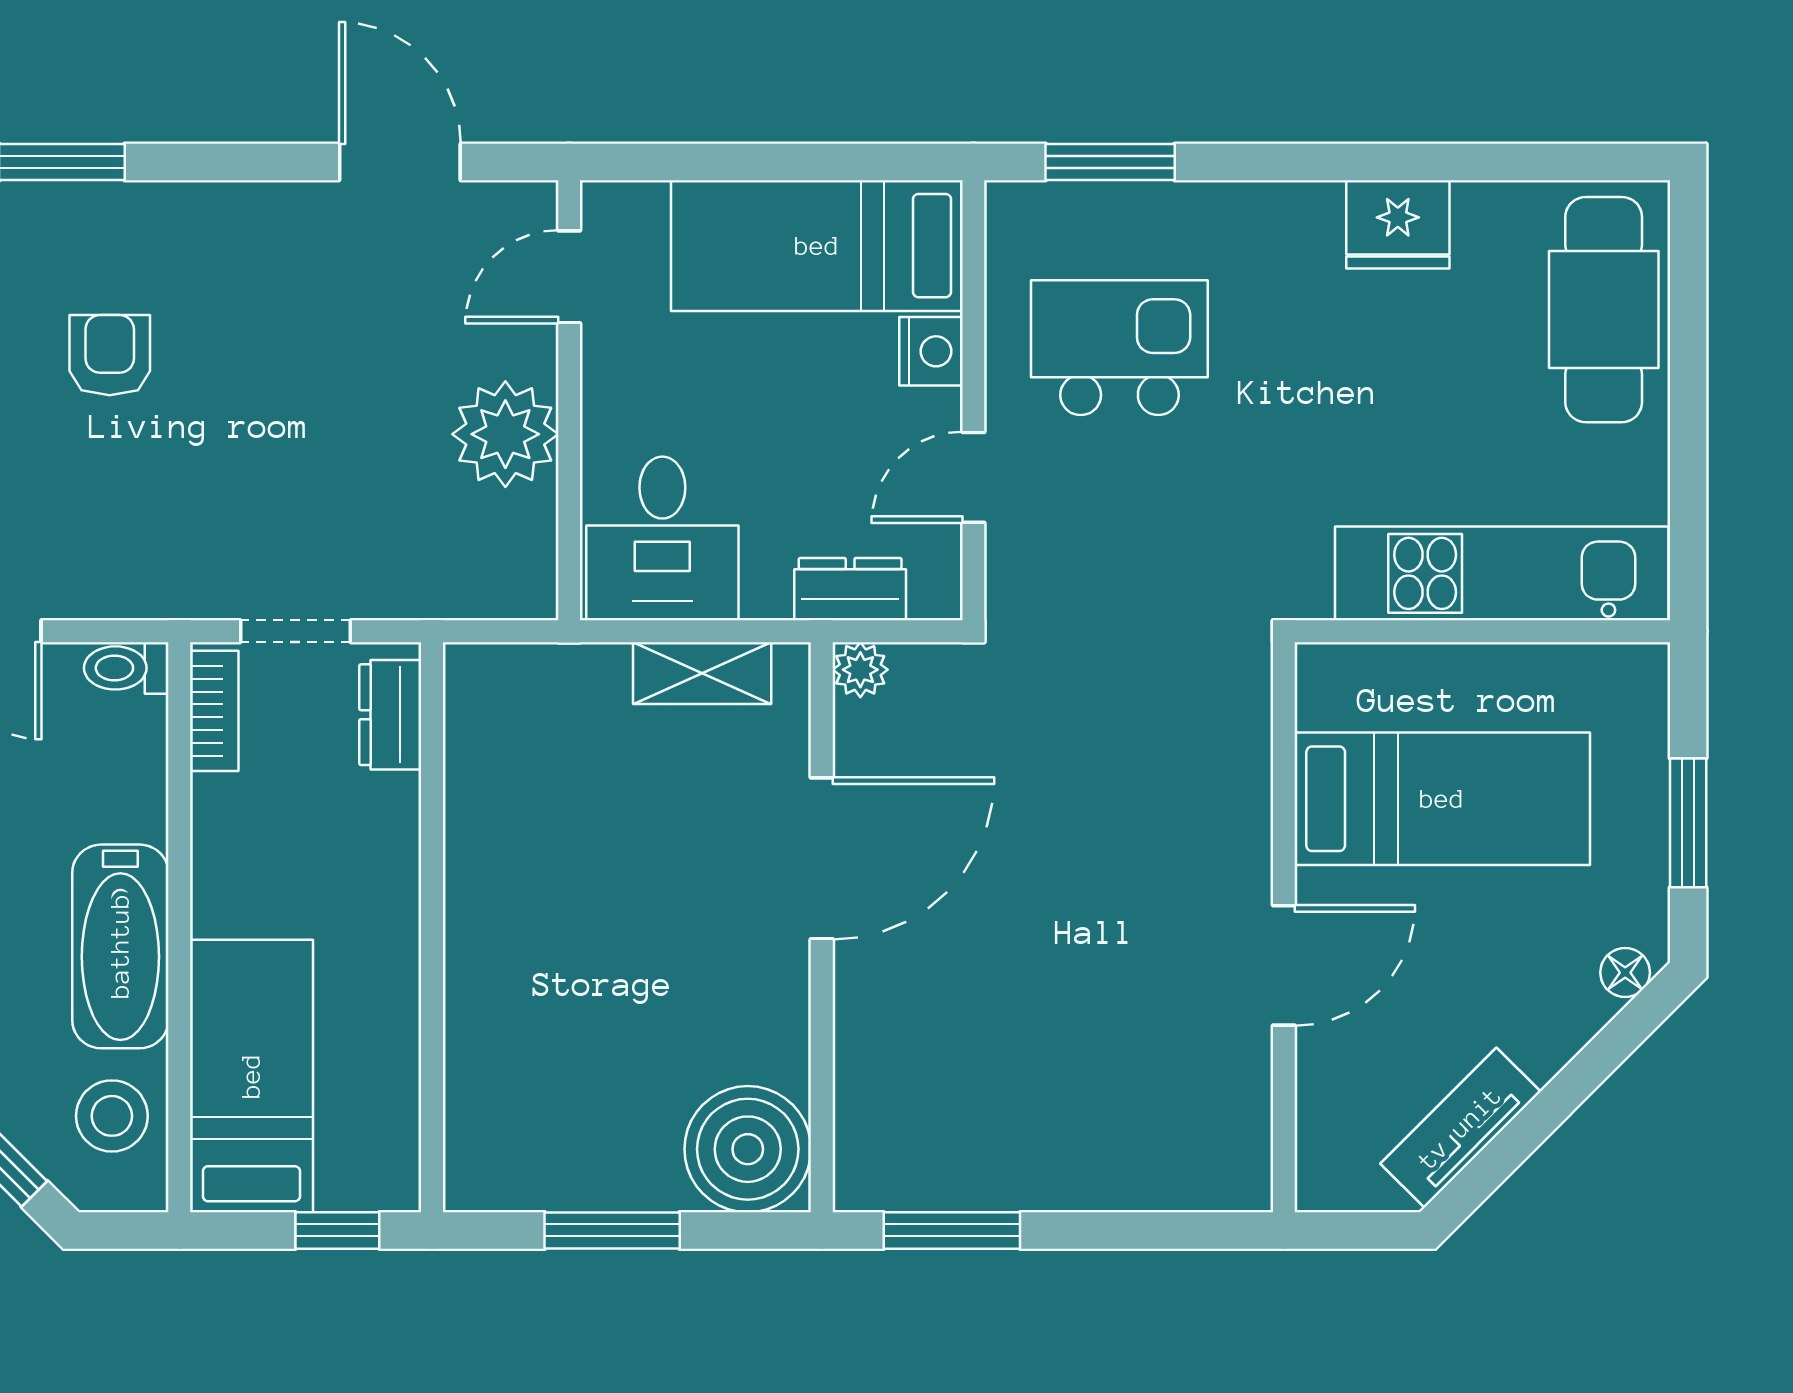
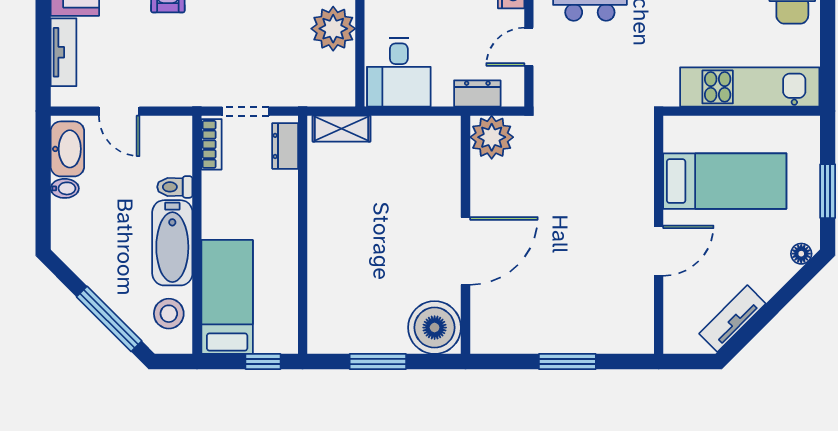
toilet: (126, 668) -> (175, 187), moved
plant: (860, 670) -> (492, 137), width x1.87, depth x1.87
shelving: (702, 673) -> (342, 129), moved
door: (822, 858) -> (465, 251), moved
window: (952, 1230) -> (567, 362), moved

